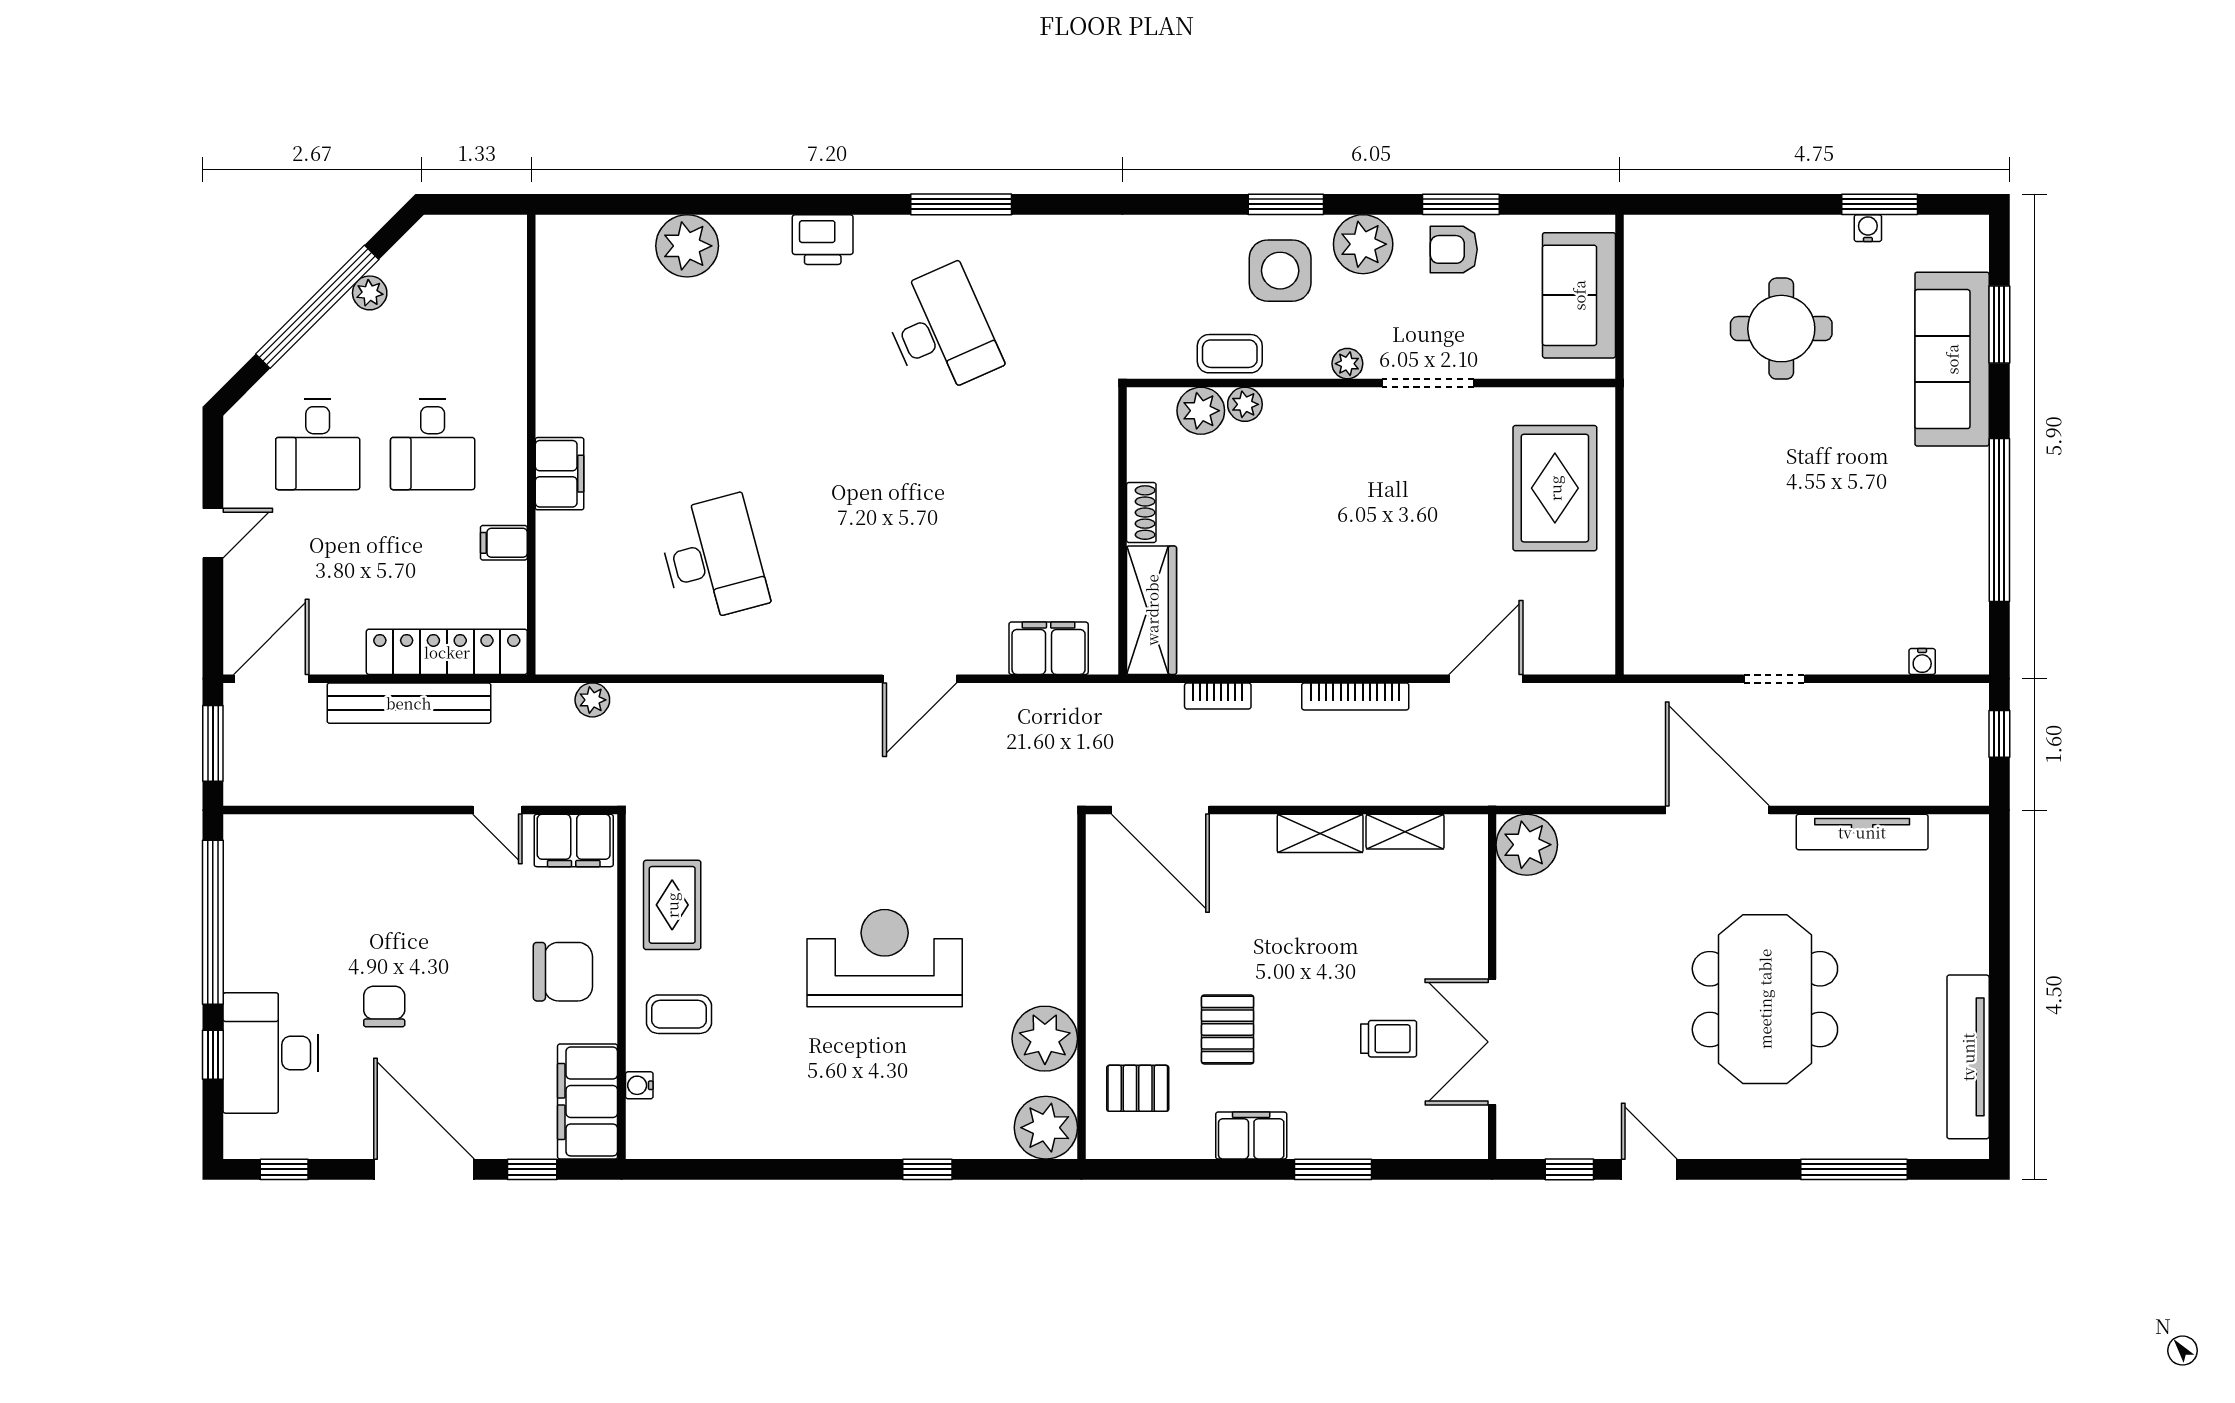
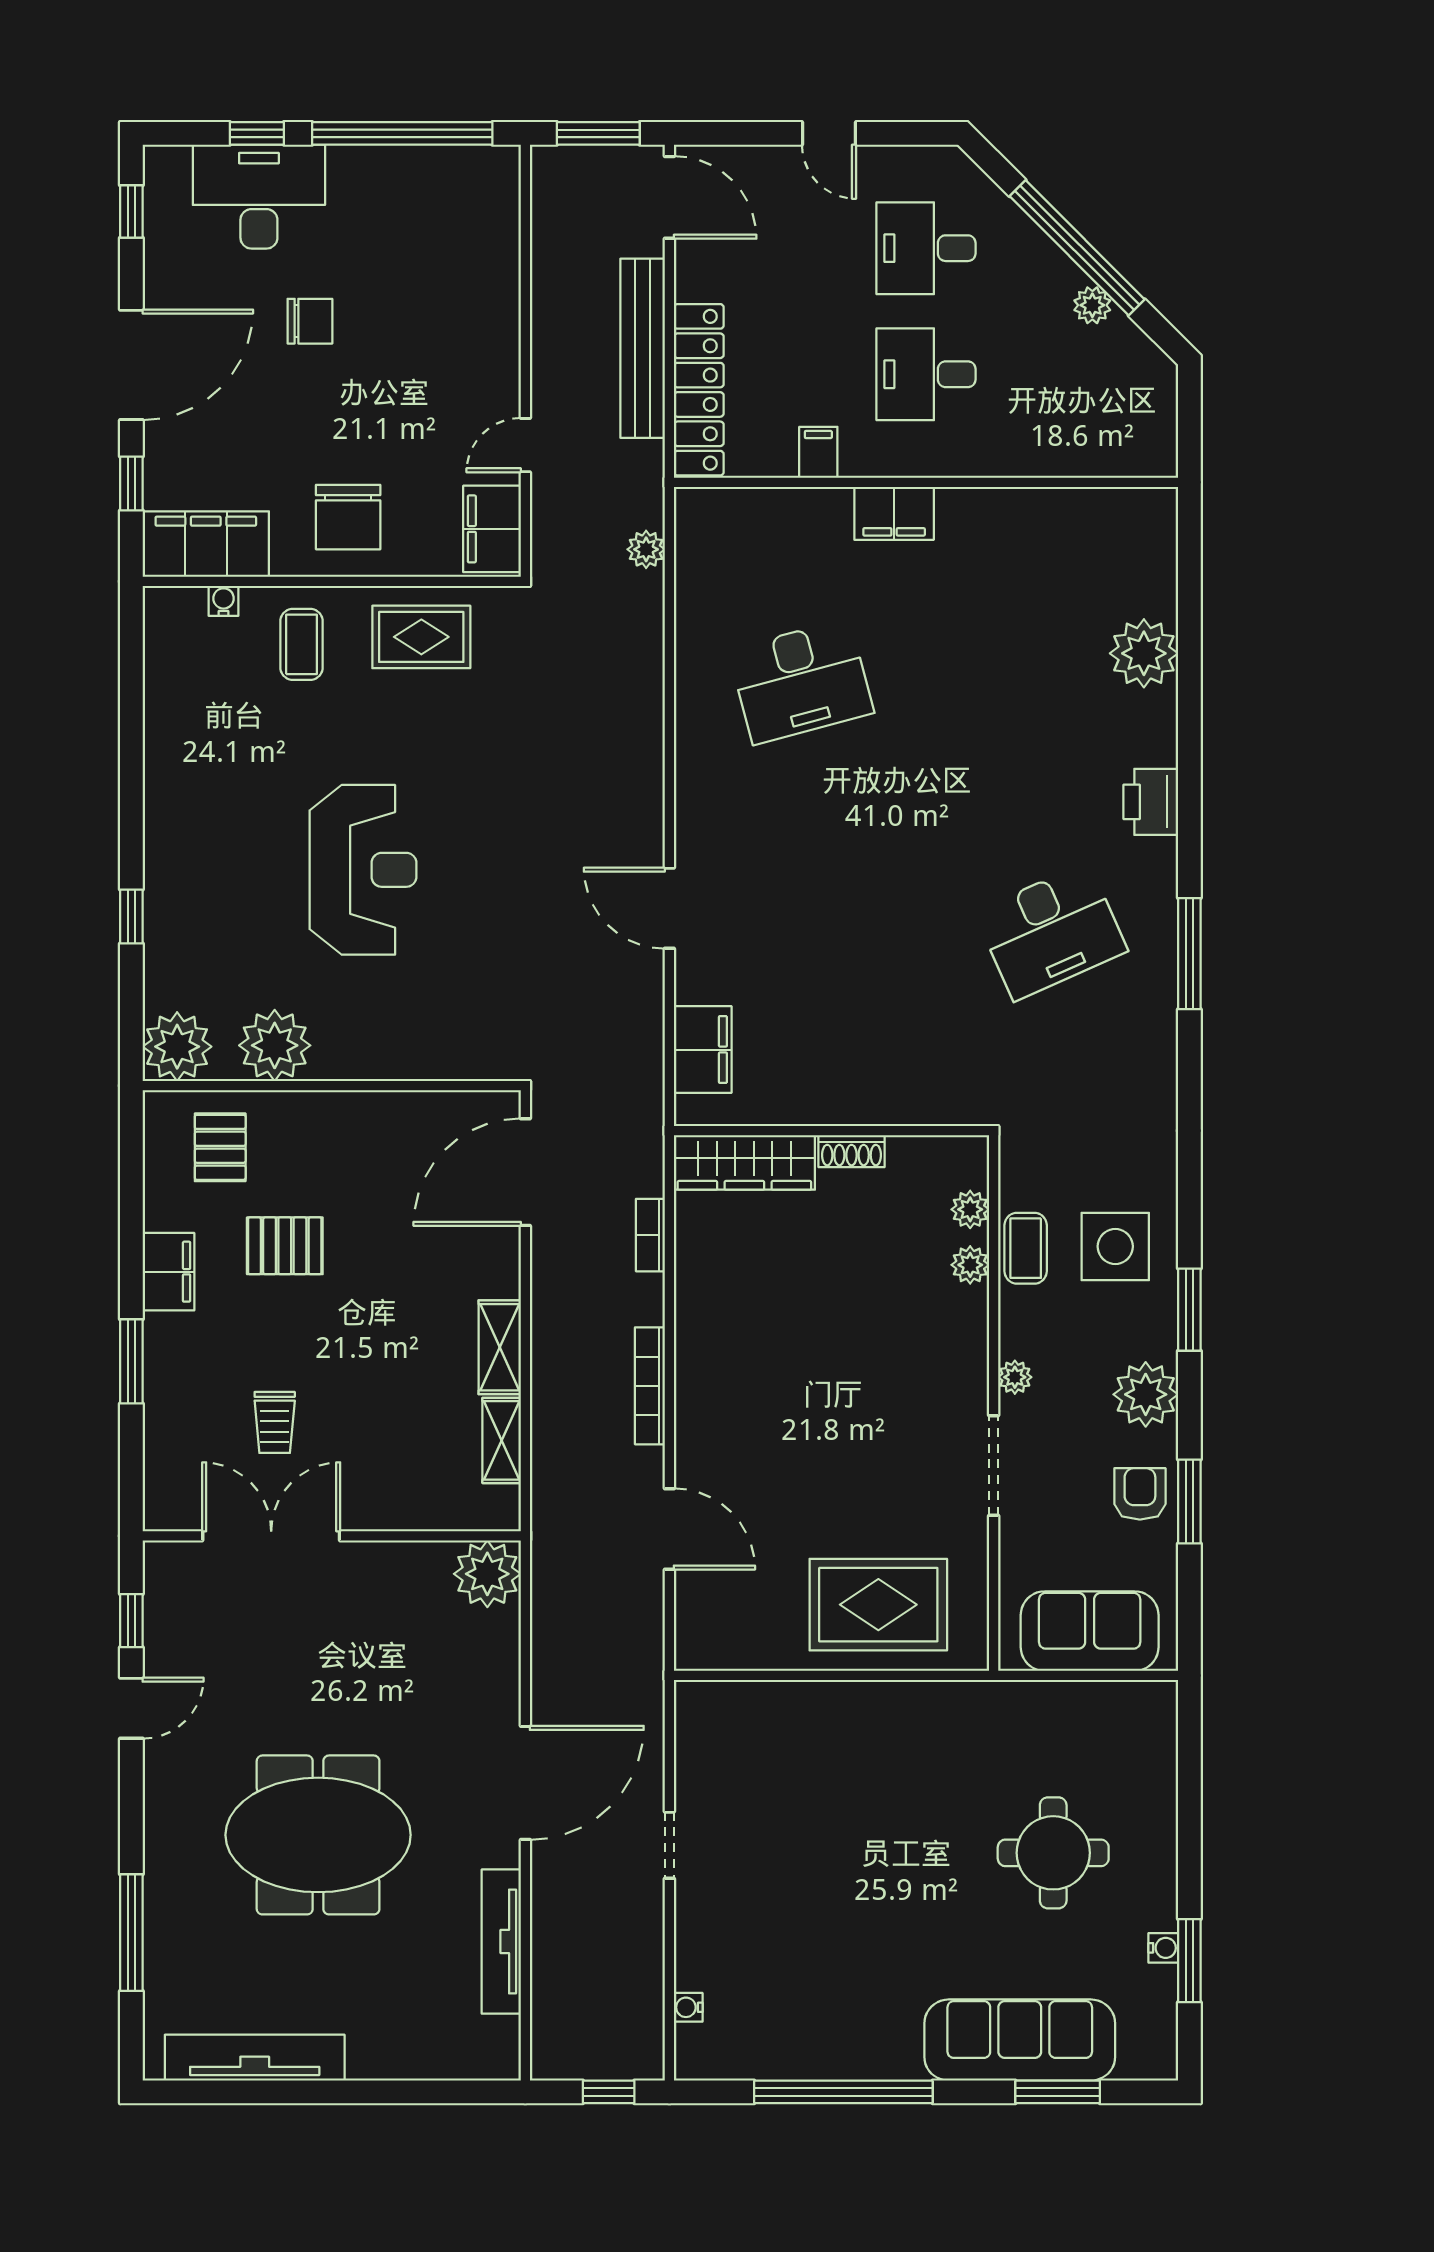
side table: (1280, 271) -> (1115, 1246), moved
plant: (1201, 411) -> (970, 1209), width x0.73, depth x0.73

